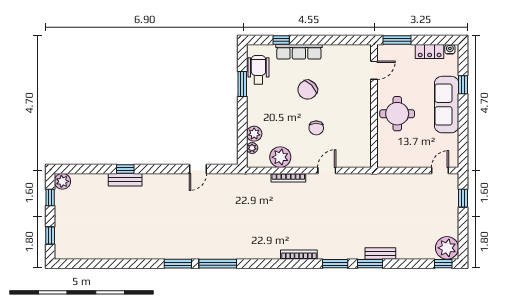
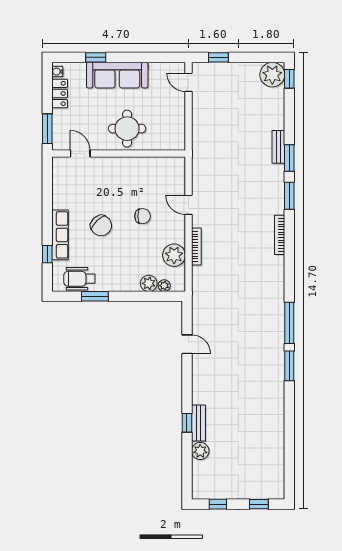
plant: (62, 181) -> (200, 451), moved

